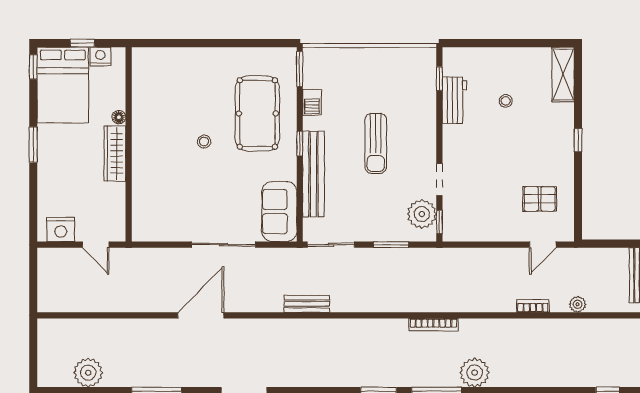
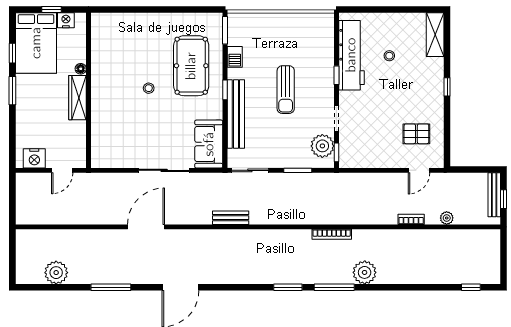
window: (33, 67) -> (12, 53), moved
window: (439, 79) -> (336, 75), moved
workbench: (454, 100) -> (351, 55), width x1.88, depth x1.32
door: (96, 245) -> (62, 170), hinge flipped

